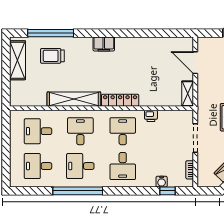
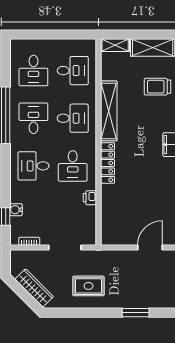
trolley: (52, 56) -> (158, 87), turned -90
shelving: (188, 94) -> (115, 45), moved
desk: (38, 131) -> (73, 71), turned 90
desk: (123, 131) -> (73, 166), turned 90
desk: (38, 166) -> (33, 71), turned 180

